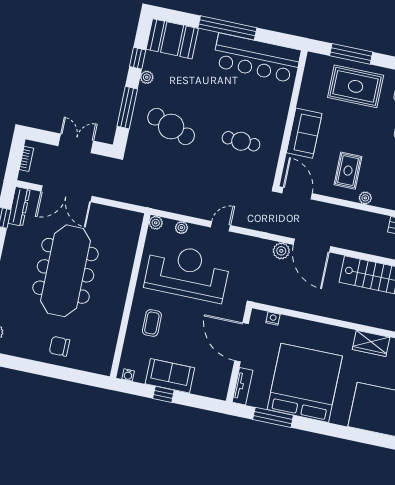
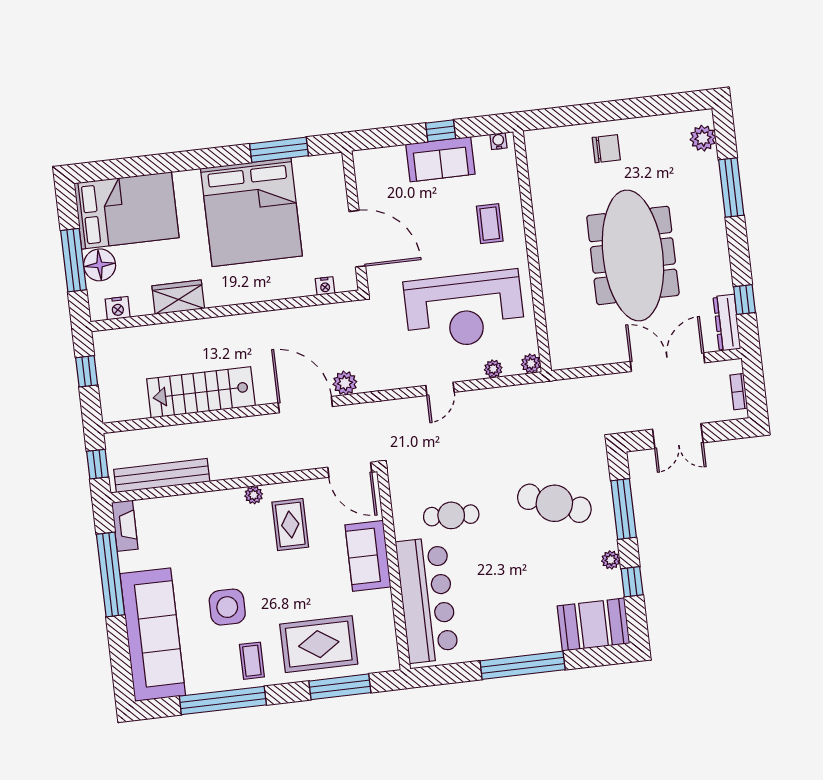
bar counter: (257, 58) -> (427, 600), moved, turned 90
tv unit: (243, 386) -> (336, 179), removed

